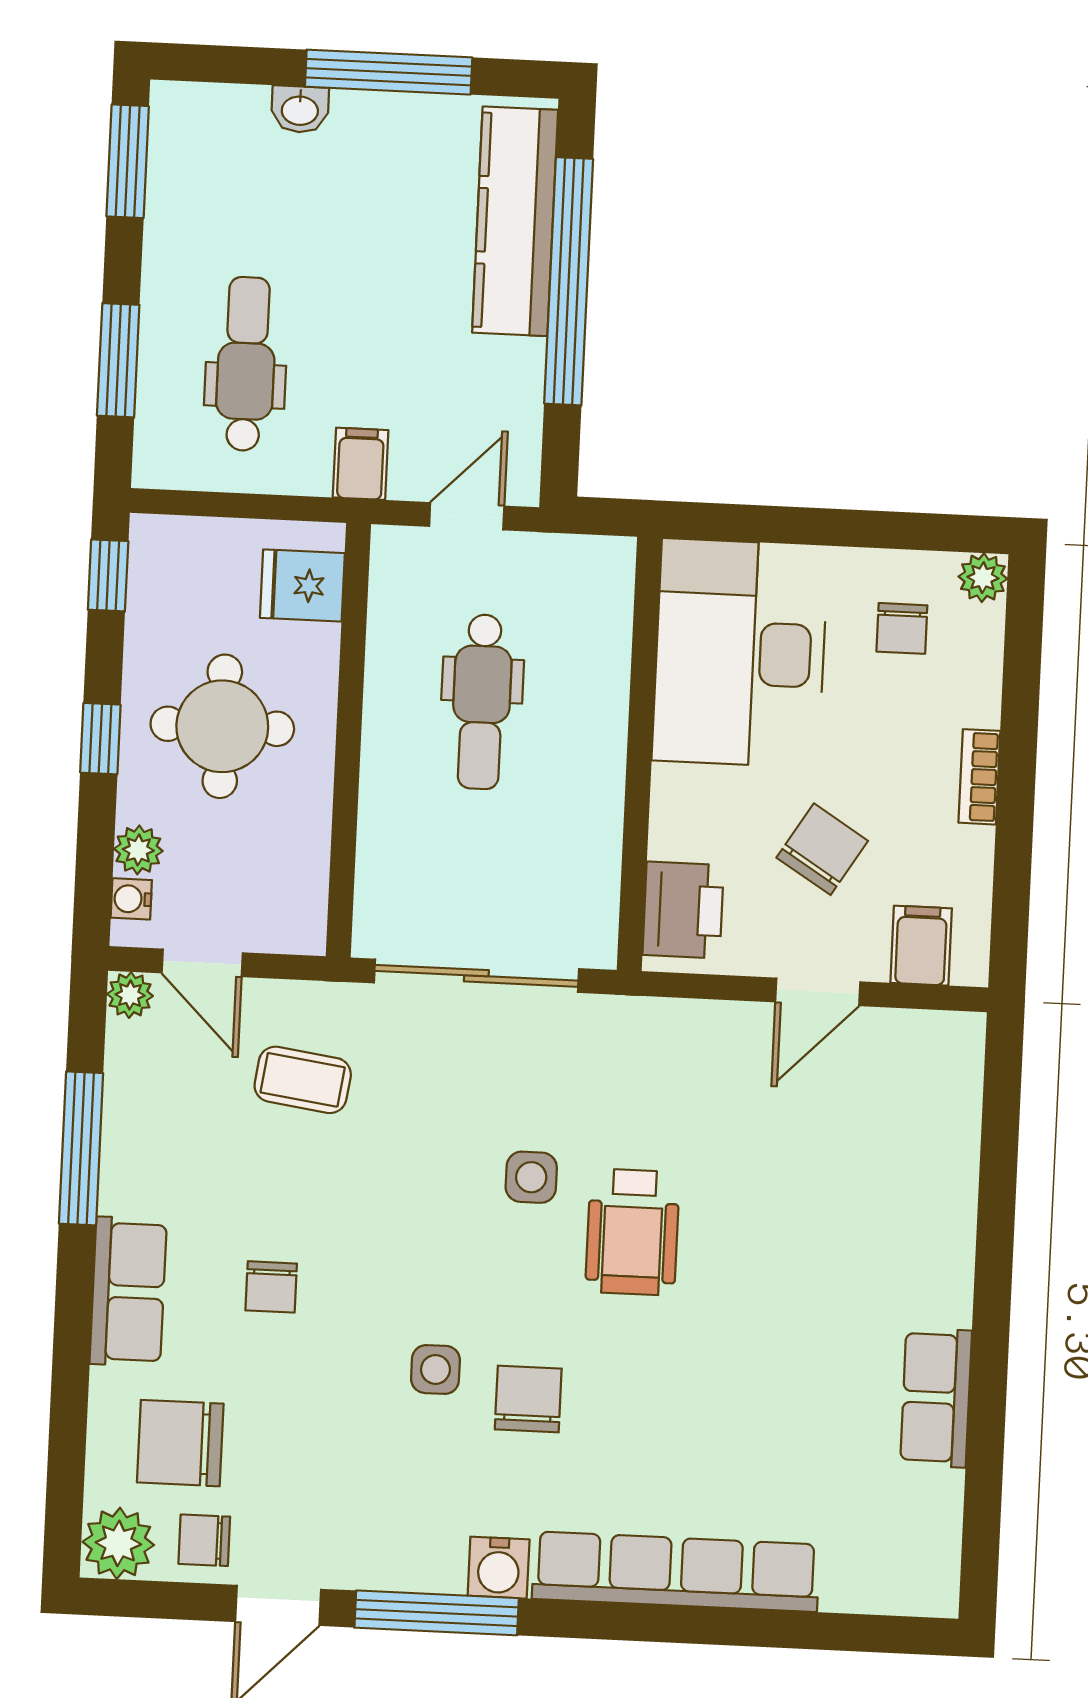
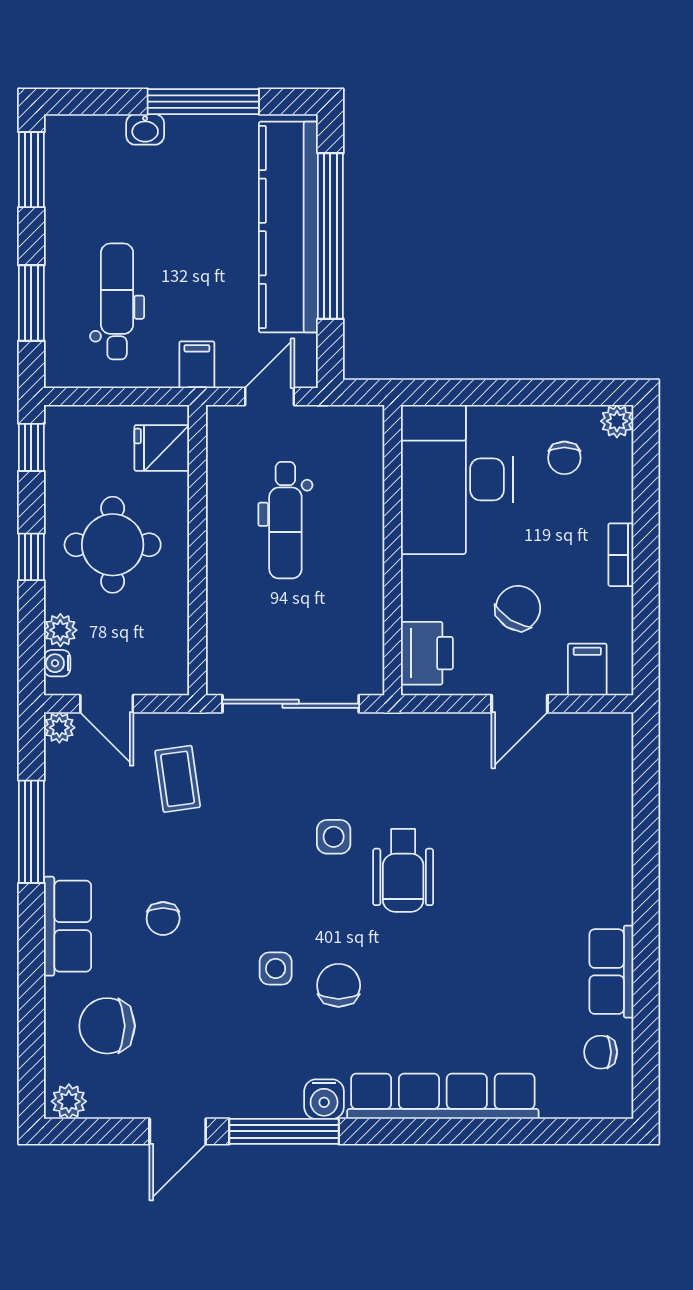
kitchen counter: (515, 221) -> (288, 227), width x1.39, depth x1.17
coffee table: (303, 1080) -> (178, 779), turned 74
chair: (204, 1540) -> (601, 1052), moved
plant: (118, 1543) -> (69, 1101), width x0.73, depth x0.73

